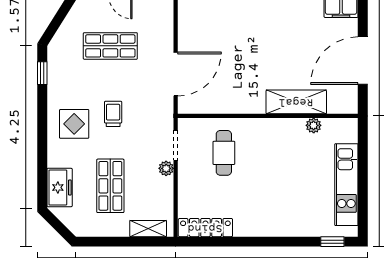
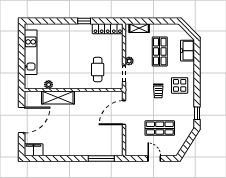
window: (332, 242) -> (84, 21), moved

